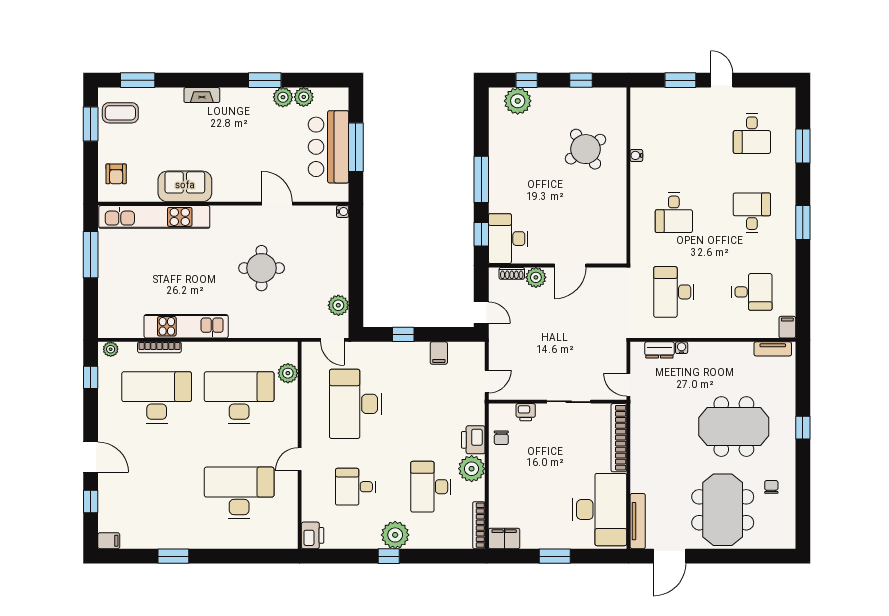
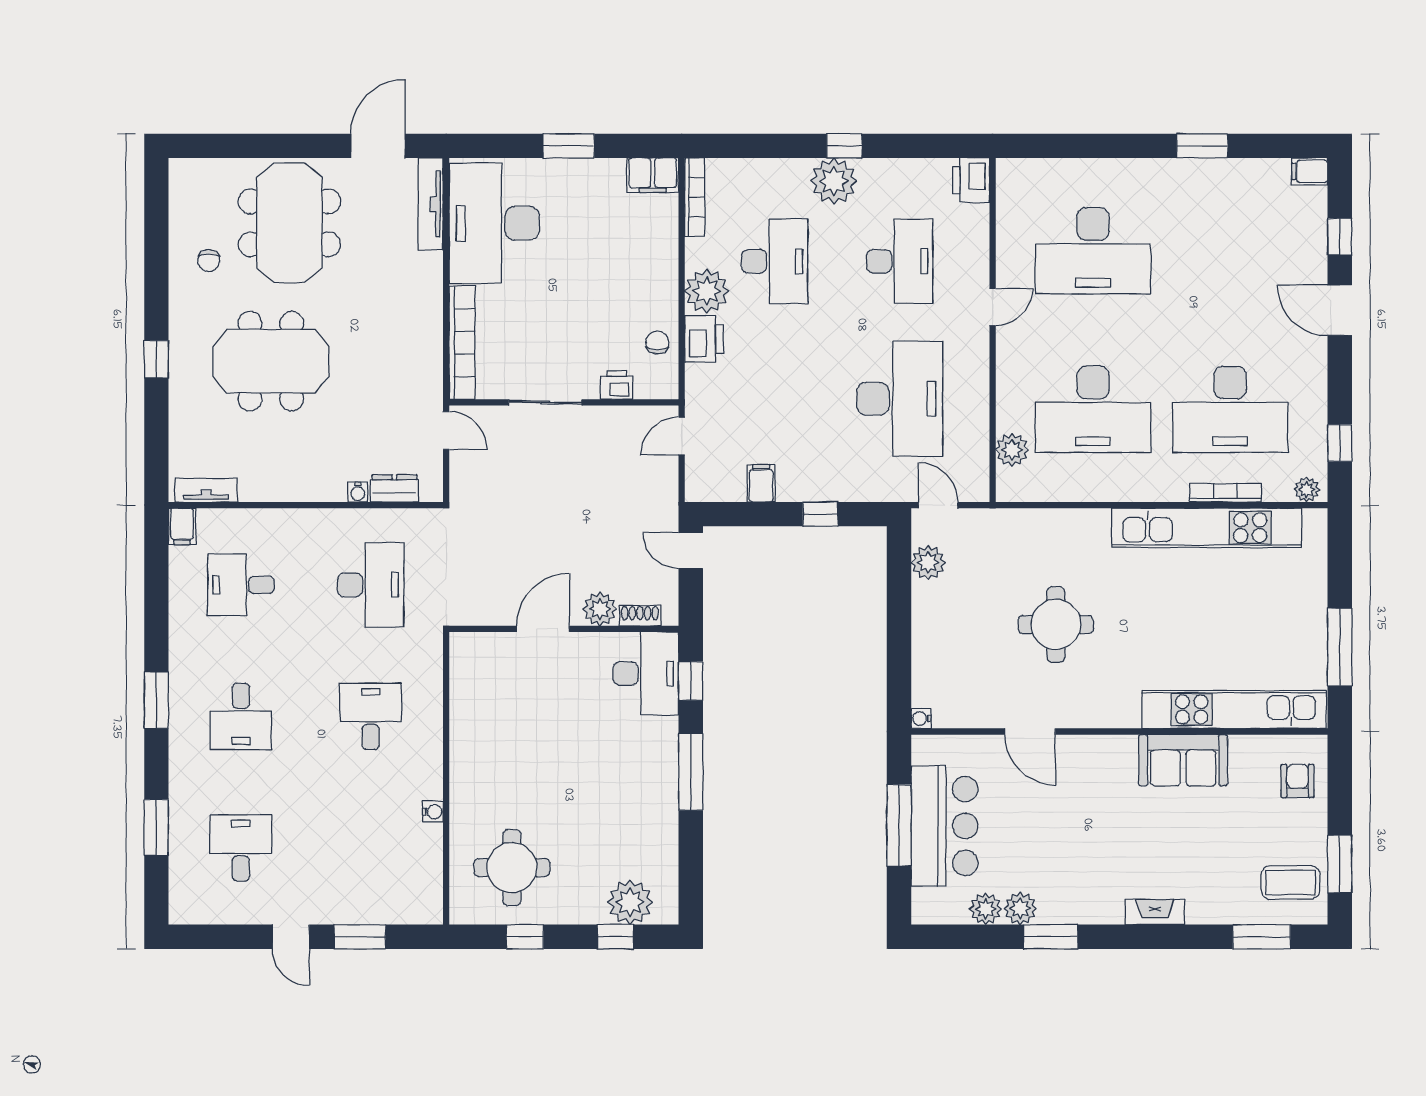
round table: (586, 149) -> (512, 868), moved, turned 33
kitchen unit: (186, 326) -> (1206, 528), width x1.36
desk: (356, 487) -> (900, 261), width x1.37

